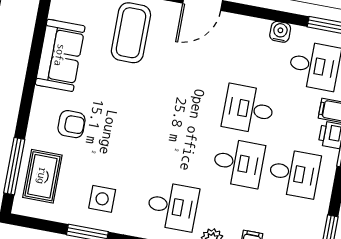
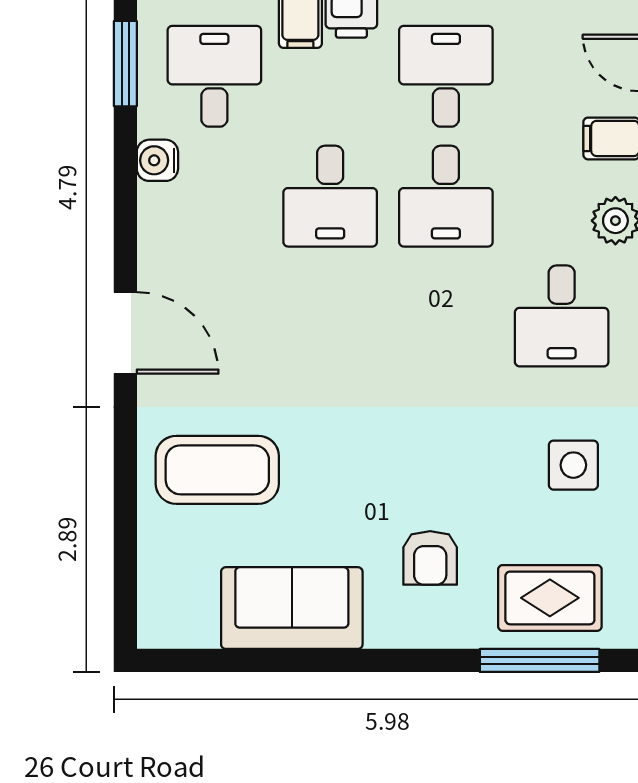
armchair: (71, 124) -> (430, 558), turned 180
desk: (238, 163) -> (446, 196), turned 180
desk: (173, 206) -> (562, 316), turned 180

